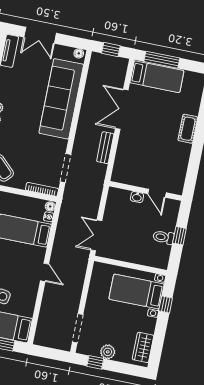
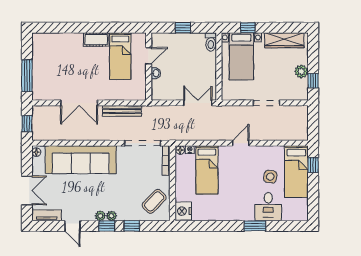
bed: (157, 77) -> (120, 56), moved, turned 180
cot: (188, 129) -> (96, 40), moved
bench: (105, 148) -> (122, 111), width x1.36
doorway: (66, 168) -> (143, 143), width x1.36
double door: (96, 235) -> (198, 103), swing flipped
toilet: (163, 237) -> (211, 42), moved
doorway: (78, 328) -> (266, 103), moved
wardrobe: (143, 347) -> (284, 40), width x1.50

